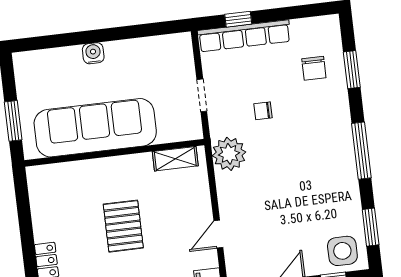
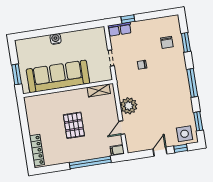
row of seats: (244, 36) -> (120, 29), width x0.50
plant: (229, 154) -> (129, 106), moved

